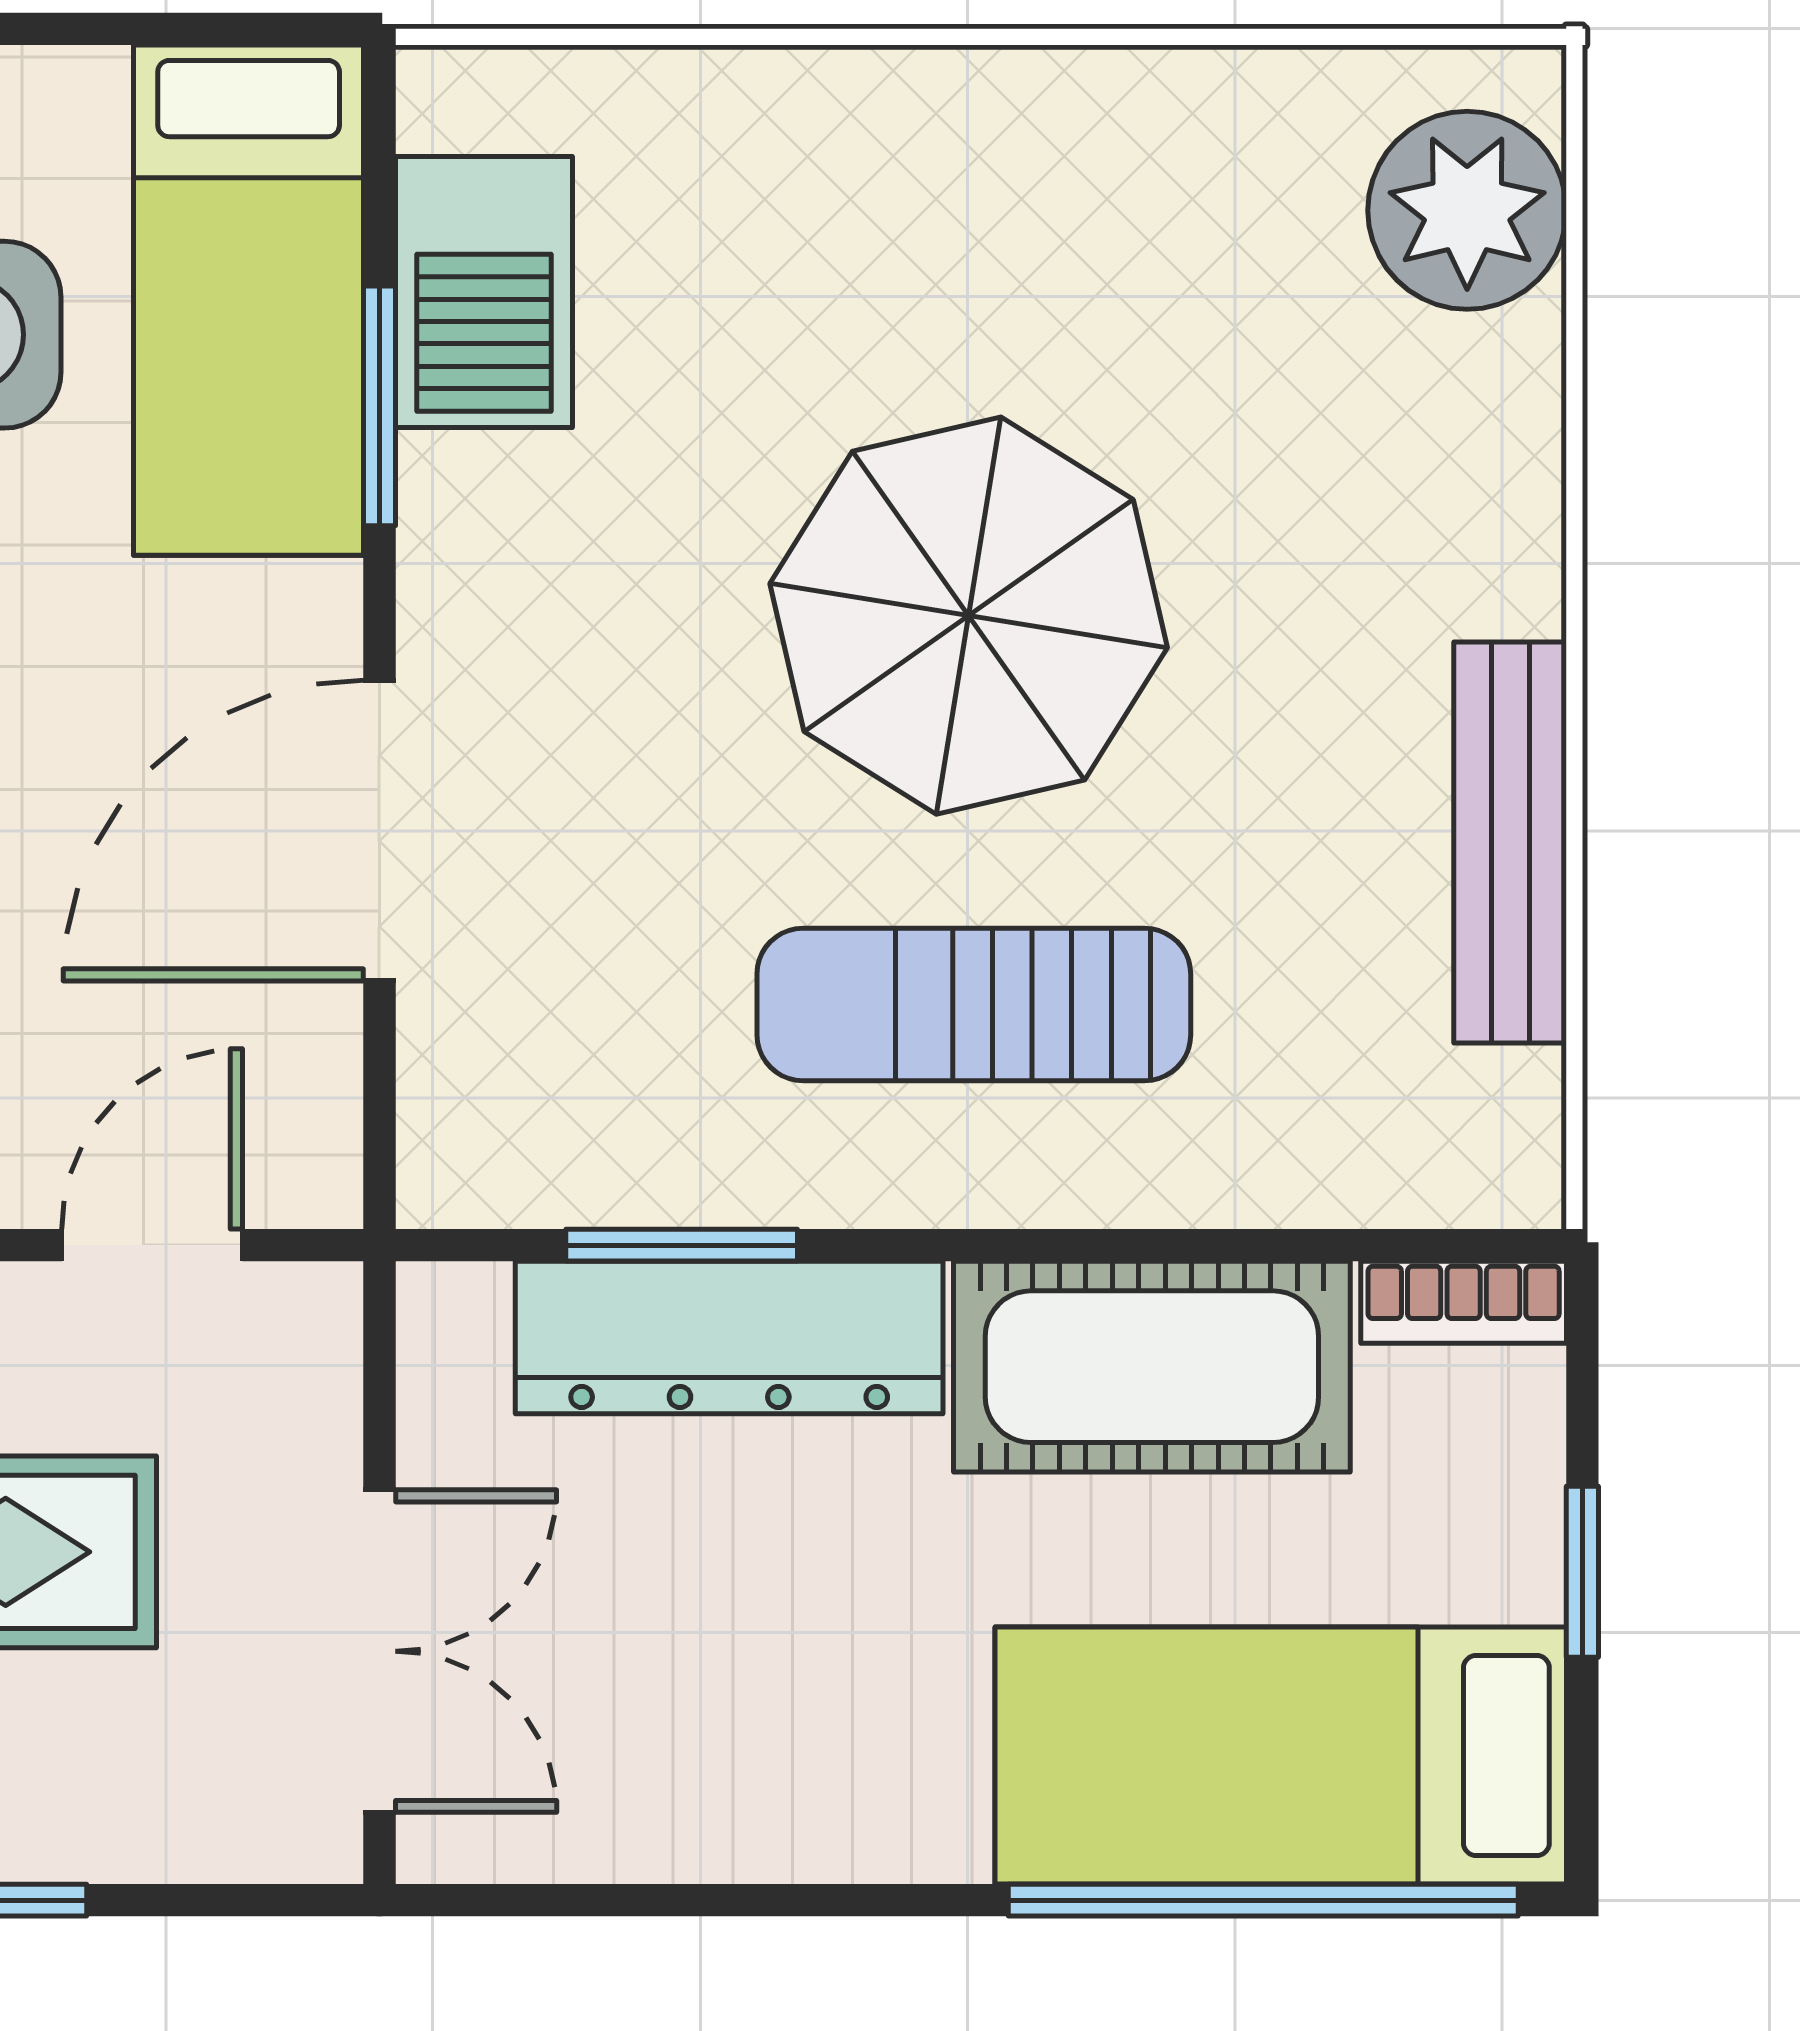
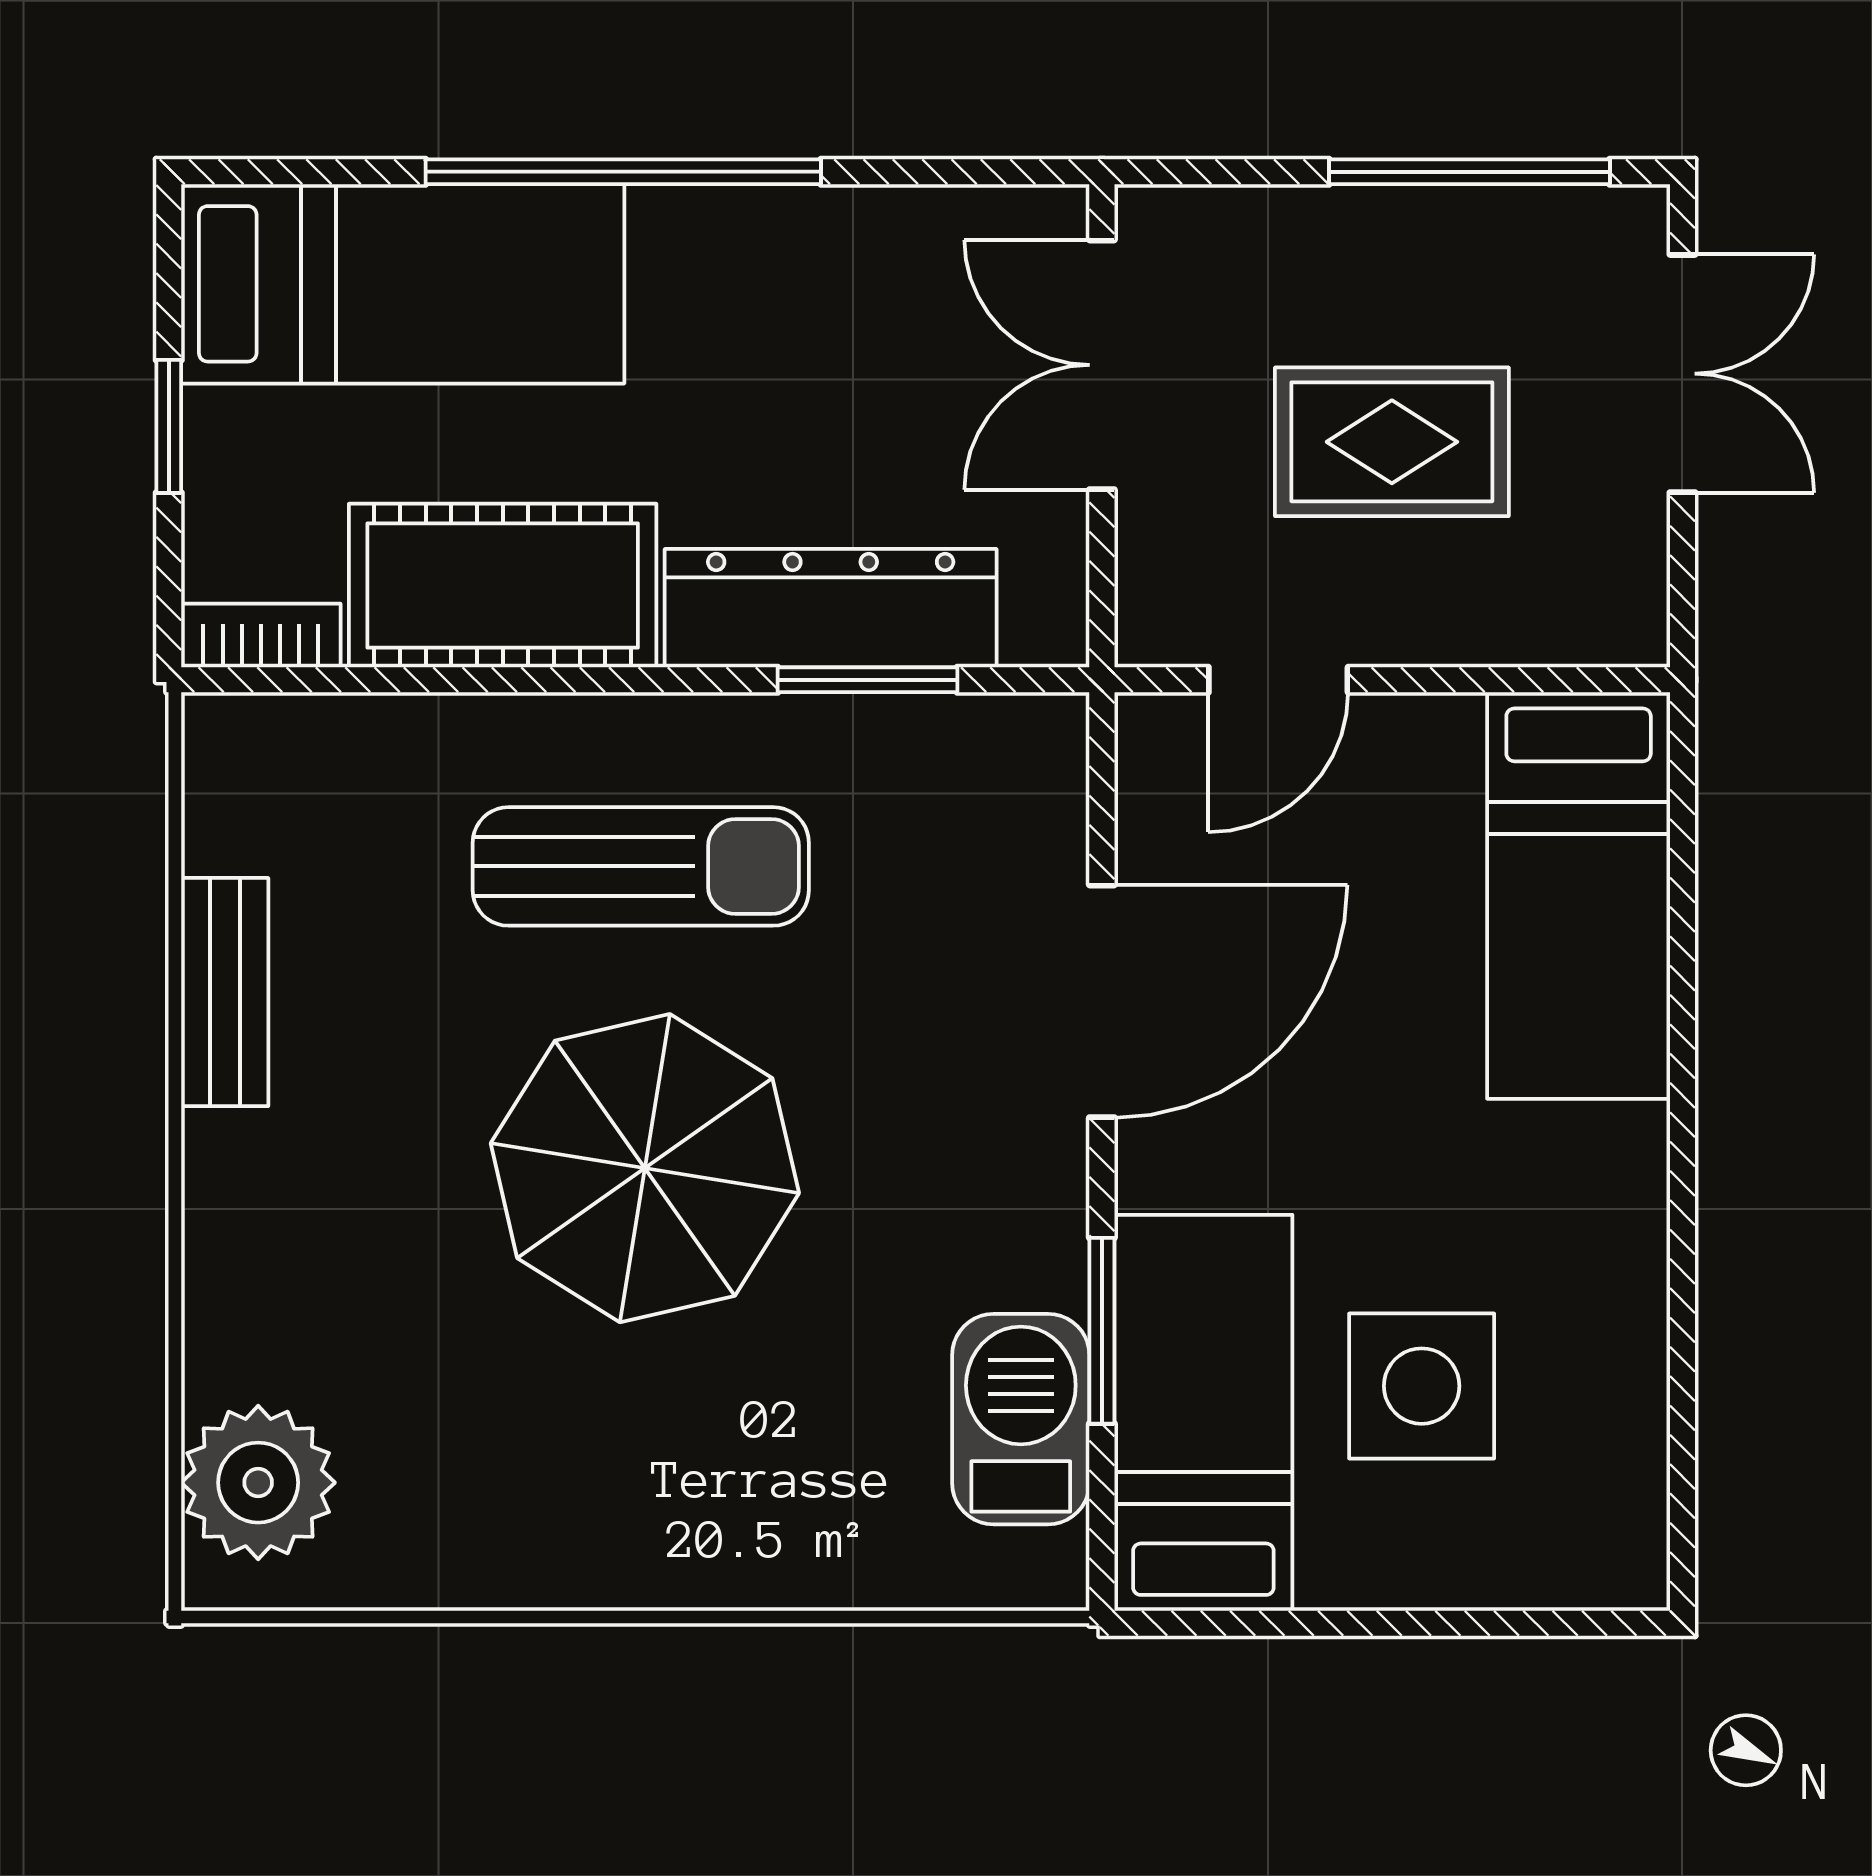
bench: (1510, 843) -> (225, 992), width x0.73
window: (1263, 1900) -> (623, 172), moved

